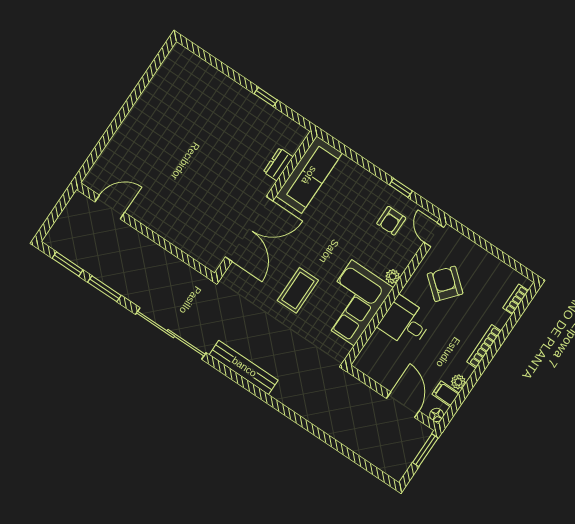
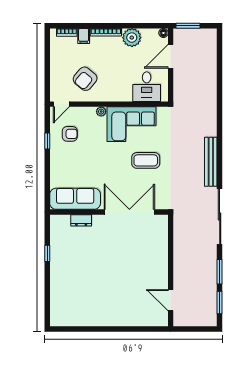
desk: (405, 322) -> (147, 87), moved
plant: (458, 382) -> (132, 38), width x1.87, depth x1.87
filing cabinet: (446, 394) -> (84, 36), moved

